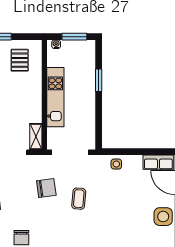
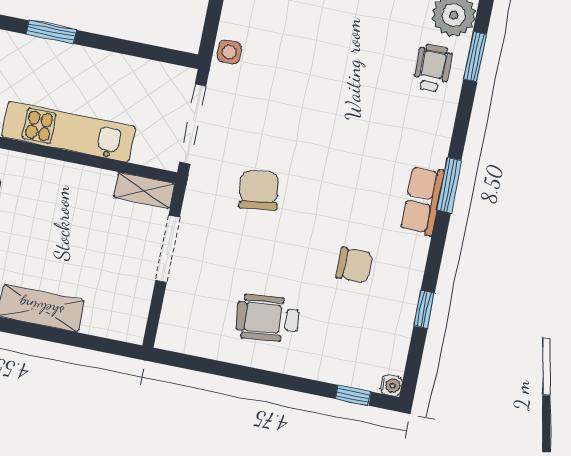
side table: (116, 164) -> (229, 52), moved
coffee table: (79, 199) -> (296, 125), removed

